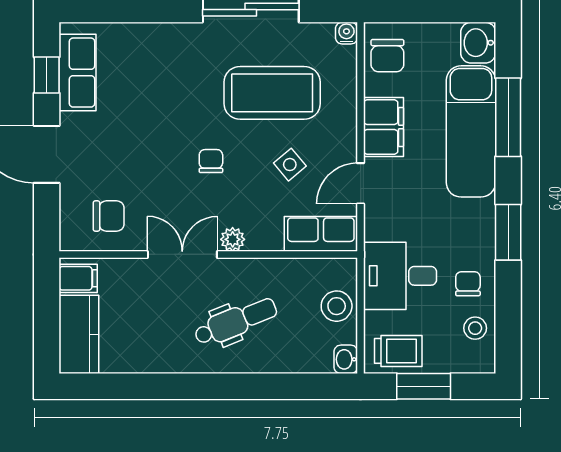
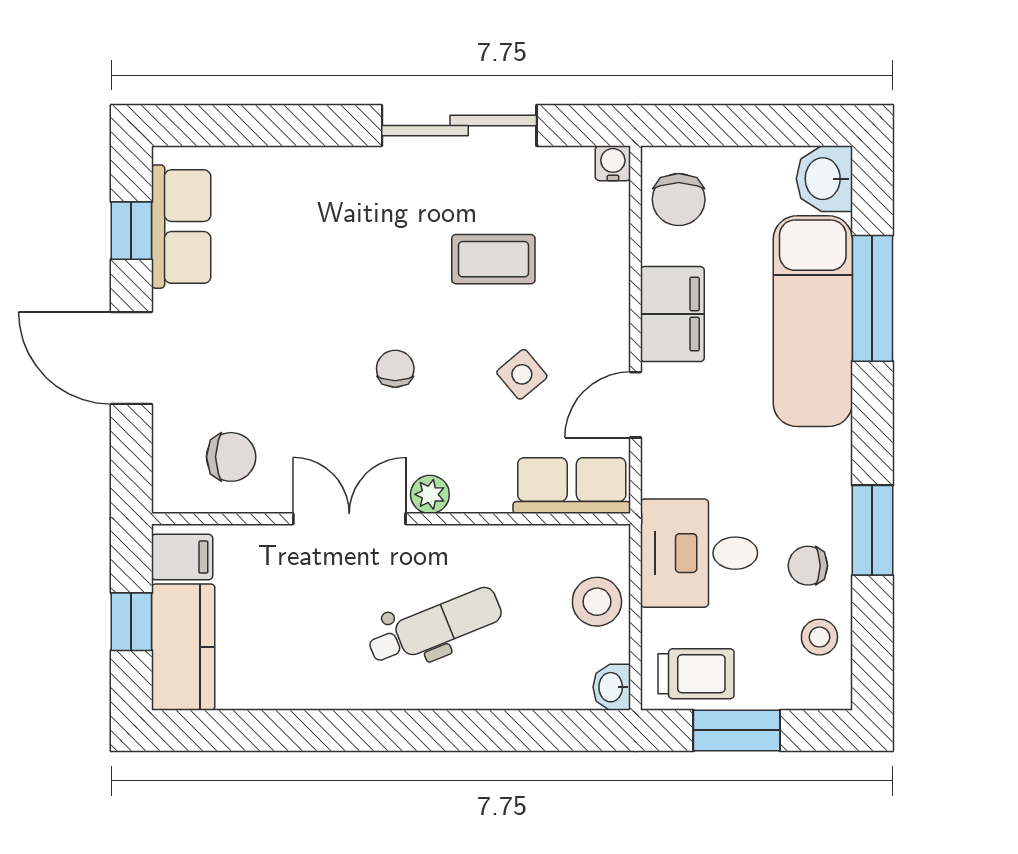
coffee table: (272, 93) -> (493, 259), width x0.54, depth x0.58
window: (508, 232) -> (872, 530), moved
chair: (468, 284) -> (808, 566), turned -90
window: (47, 319) -> (131, 622), added

